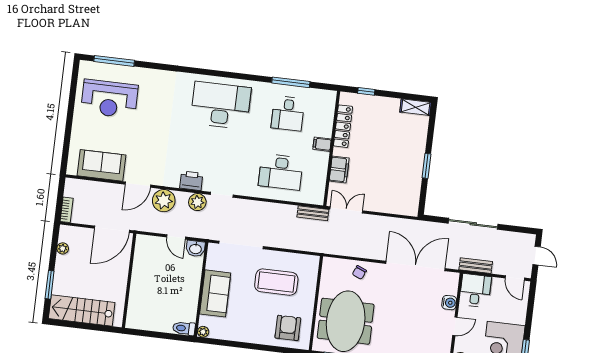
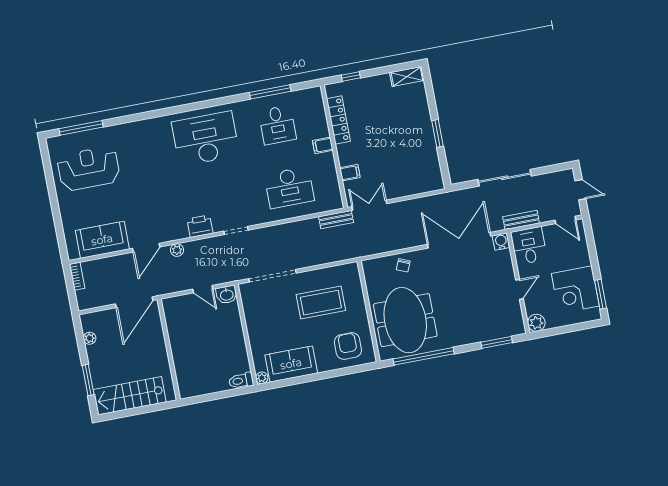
reception desk: (109, 99) -> (89, 169), turned 180
filing cabinet: (339, 170) -> (350, 173), width x0.50
plant: (164, 201) -> (177, 250), width x0.53, depth x0.53
plant: (197, 202) -> (213, 246), removed
bookcase: (67, 210) -> (77, 276), moved
sofa: (215, 293) -> (291, 364), moved, turned -90
water cooler: (449, 303) -> (501, 242), moved, turned -90

